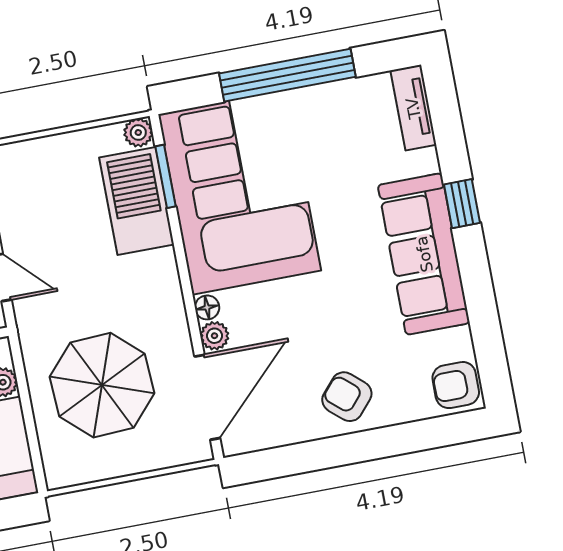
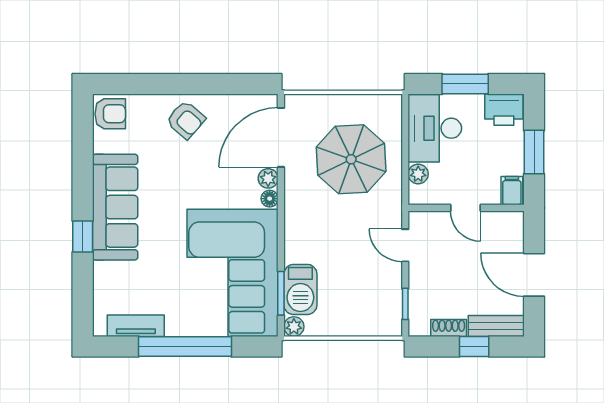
tv unit: (413, 108) -> (136, 326), moved, turned -90
barbecue: (137, 201) -> (300, 289), width x0.73, depth x0.83

